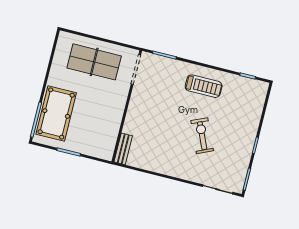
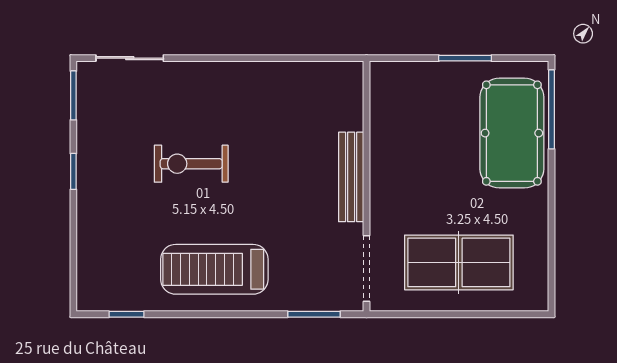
treadmill: (204, 86) -> (214, 269), width x1.37, depth x1.38
exercise bike: (202, 136) -> (191, 164), turned 114
bench: (123, 149) -> (351, 177), moved, width x1.36

